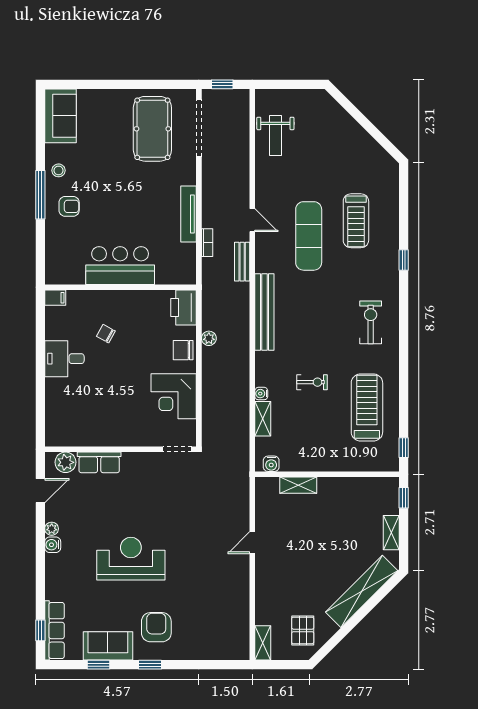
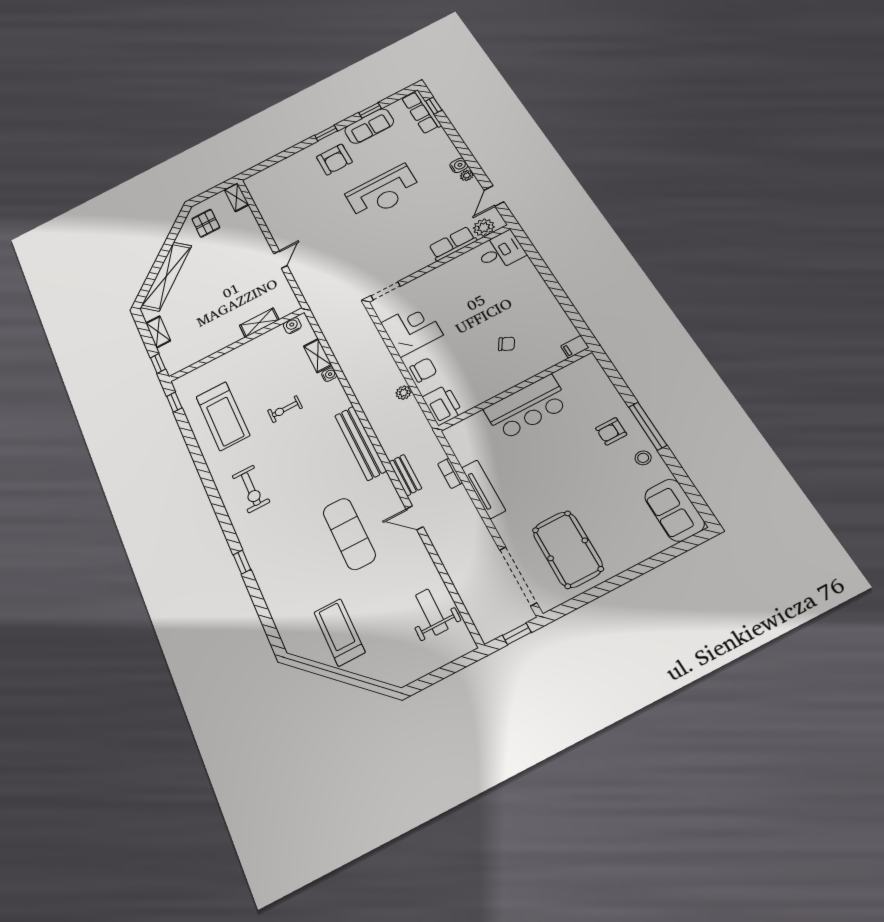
treadmill: (356, 221) -> (339, 632), moved
desk: (64, 359) -> (501, 251), moved

